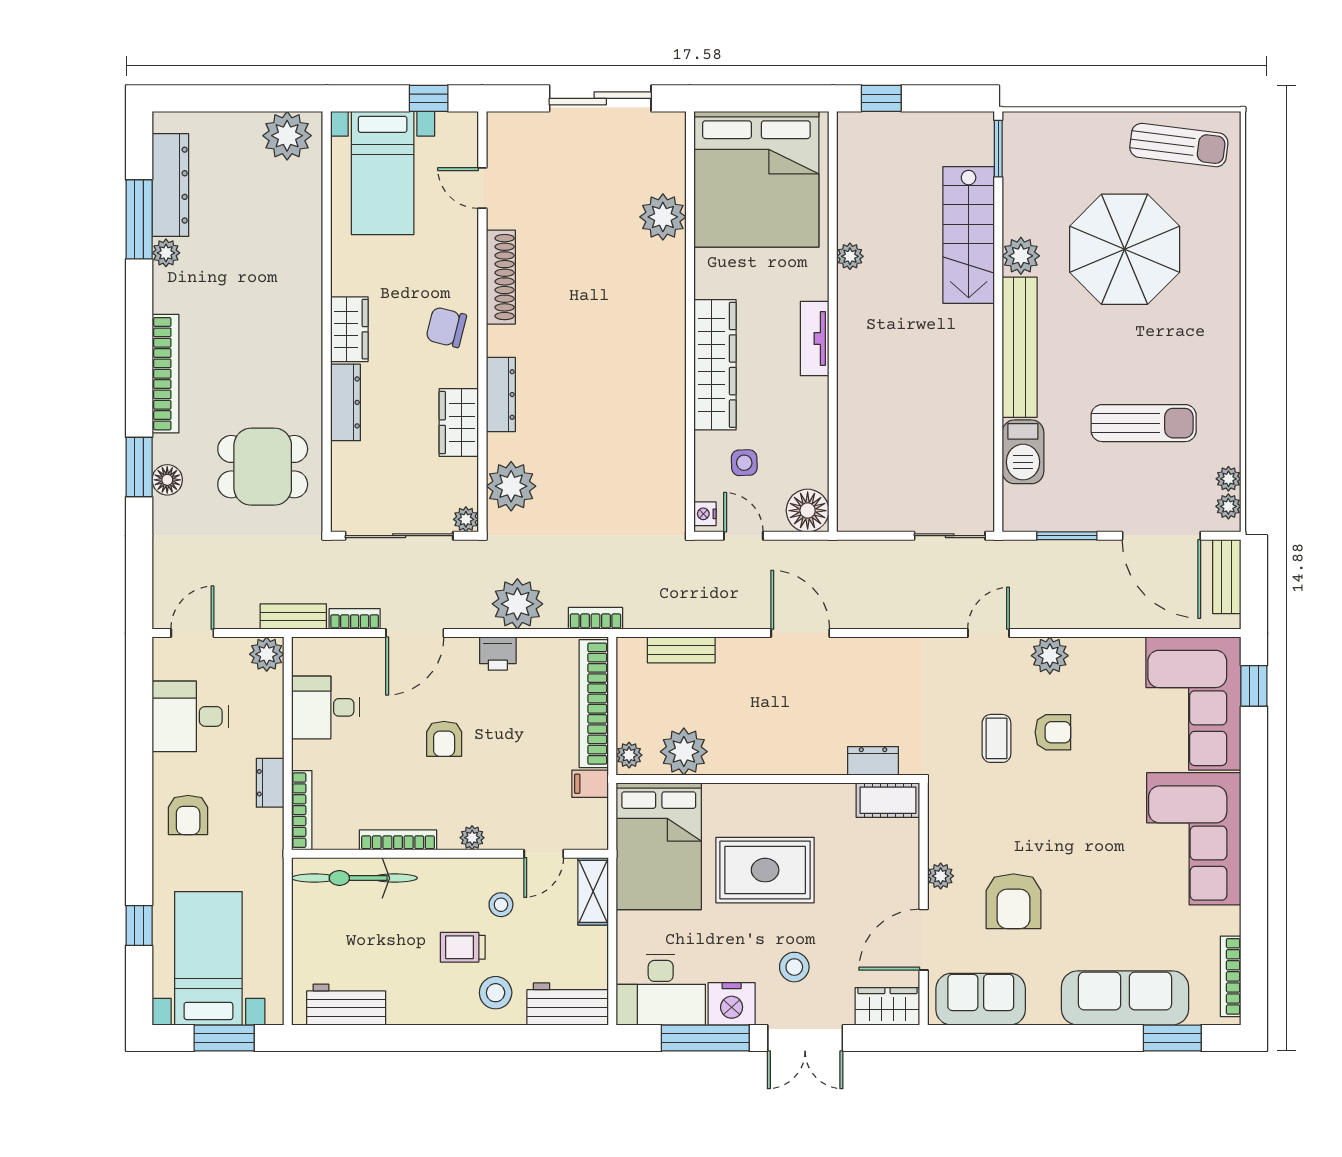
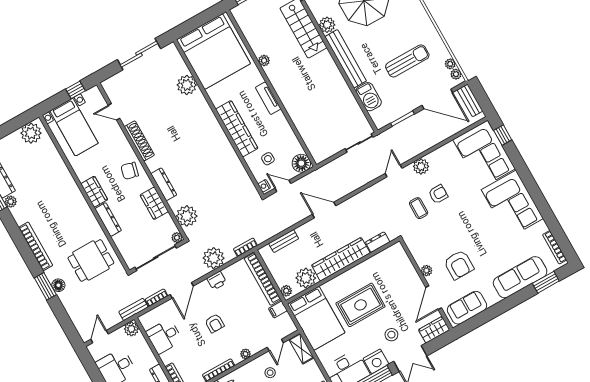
wardrobe: (778, 753) -> (341, 259), added
cot: (888, 800) -> (391, 254), removed

